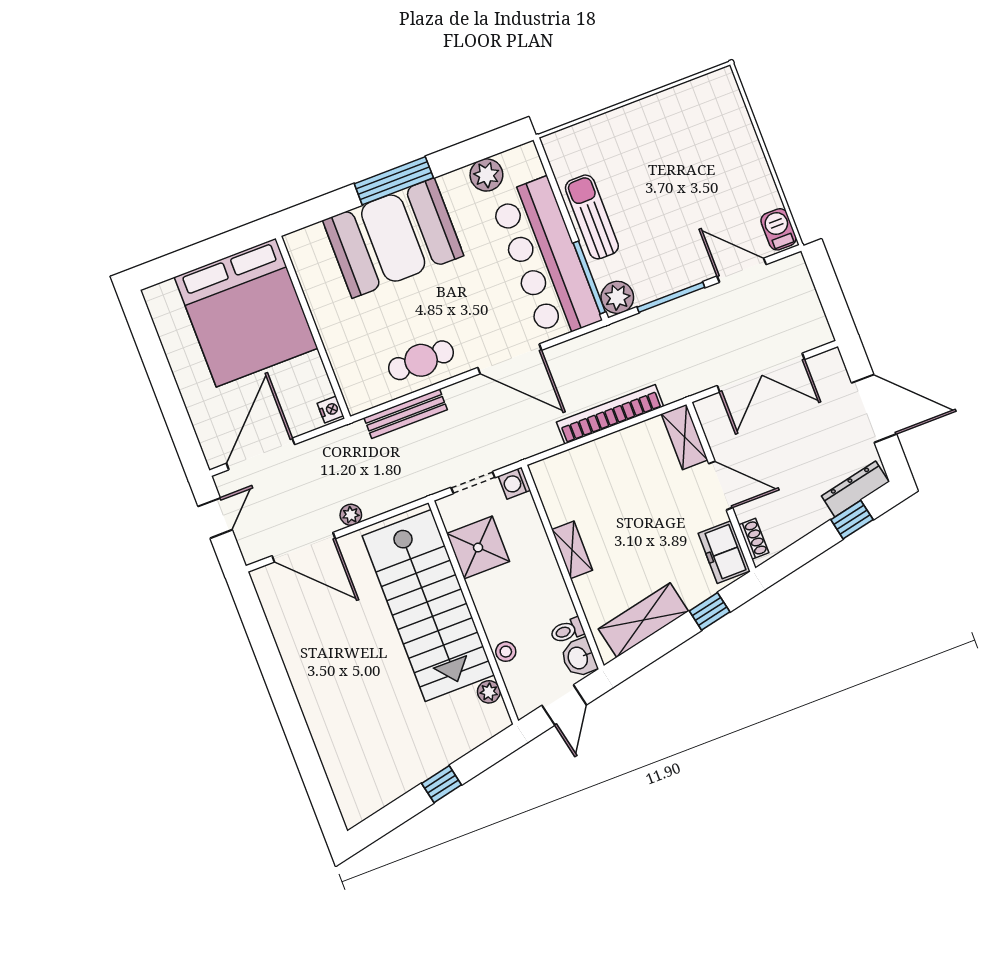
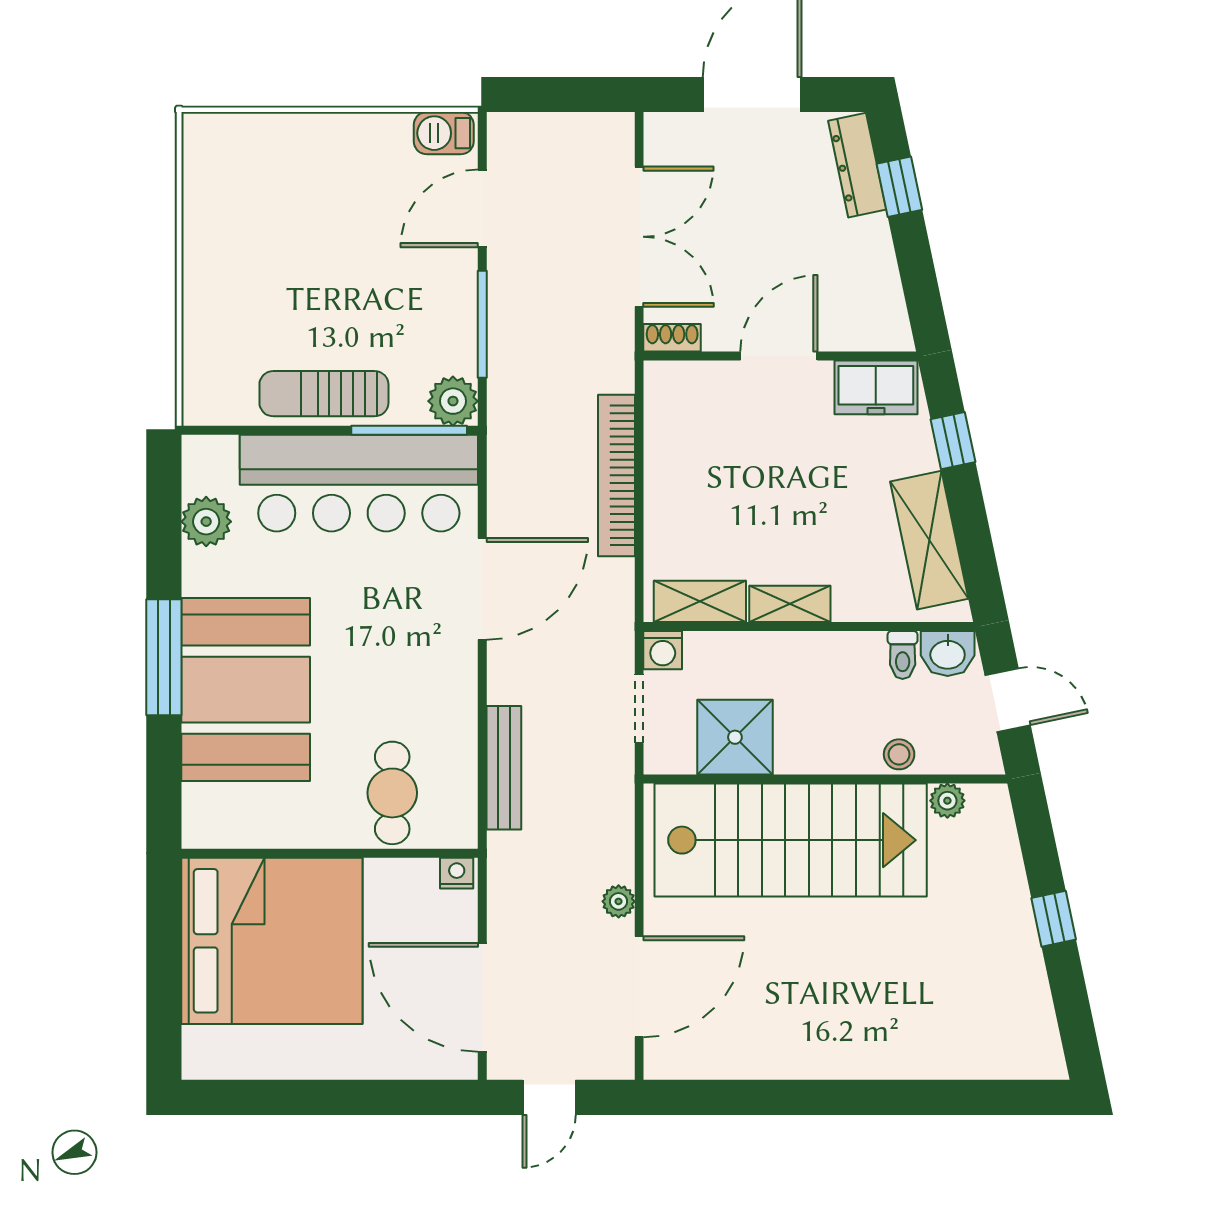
cafe table: (421, 360) -> (392, 793), moved
shelving: (685, 437) -> (700, 601), moved
door: (215, 518) -> (549, 1097), swing flipped
shoe rack: (754, 539) -> (672, 338), moved

